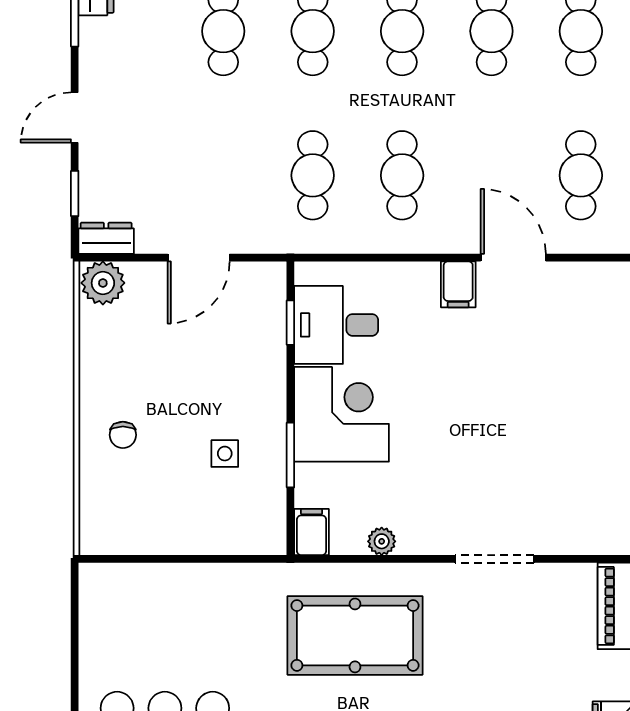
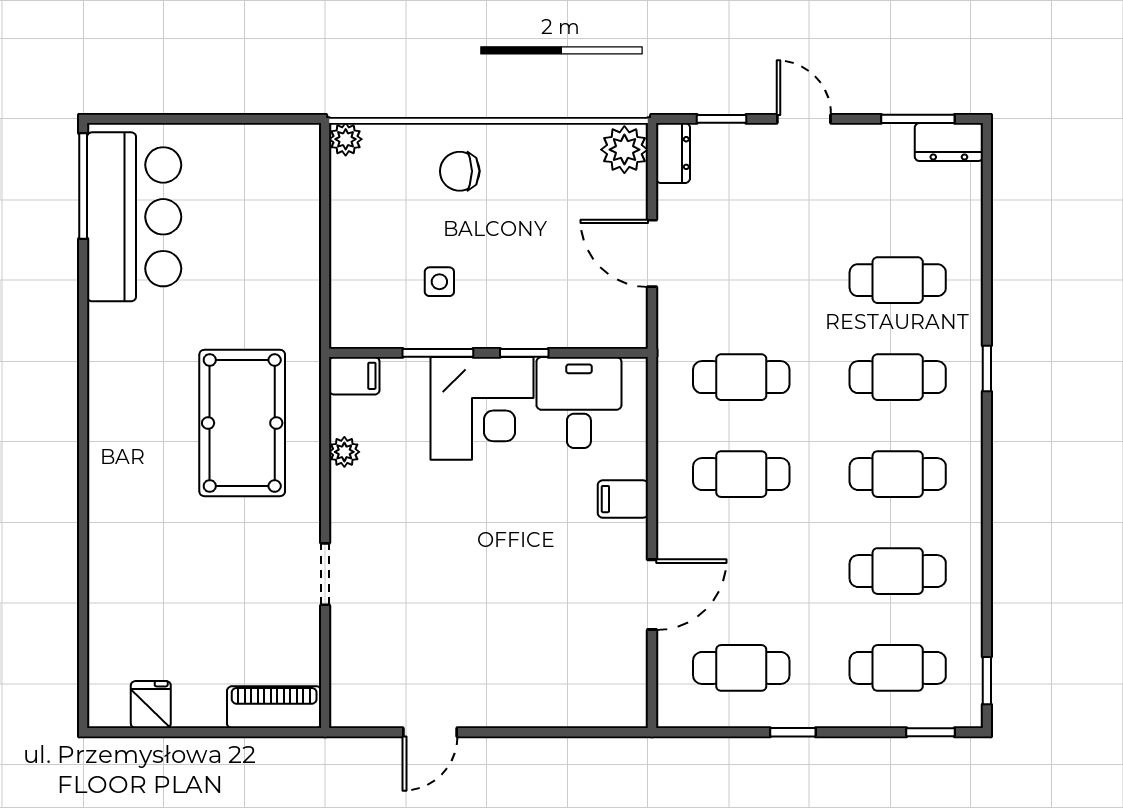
filing cabinet: (458, 284) -> (623, 499), moved
window: (290, 323) -> (524, 353), moved
chair: (123, 435) -> (460, 171), width x1.37, depth x1.37
plant: (93, 540) -> (346, 139), added
doorway: (494, 559) -> (325, 574), width x0.73

